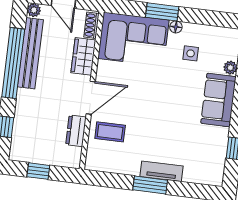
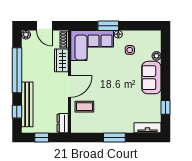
bench: (30, 53) -> (27, 104), moved
dresser: (76, 131) -> (63, 123), moved
tv unit: (162, 171) -> (147, 128), moved

